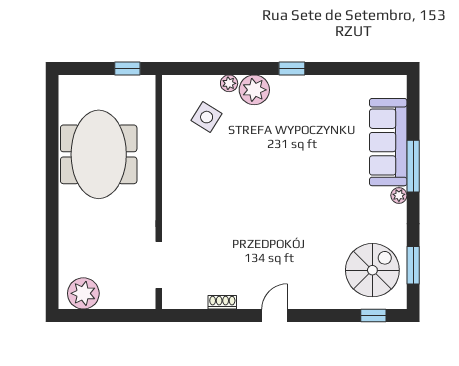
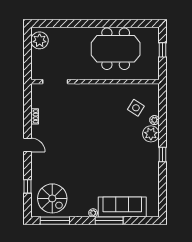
window: (127, 68) -> (163, 50), moved
window: (413, 265) -> (55, 221), width x1.44
window: (373, 315) -> (28, 186), moved

